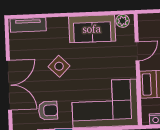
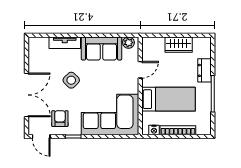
tv unit: (28, 25) -> (65, 43), moved
armchair: (48, 110) -> (60, 119), turned -89

